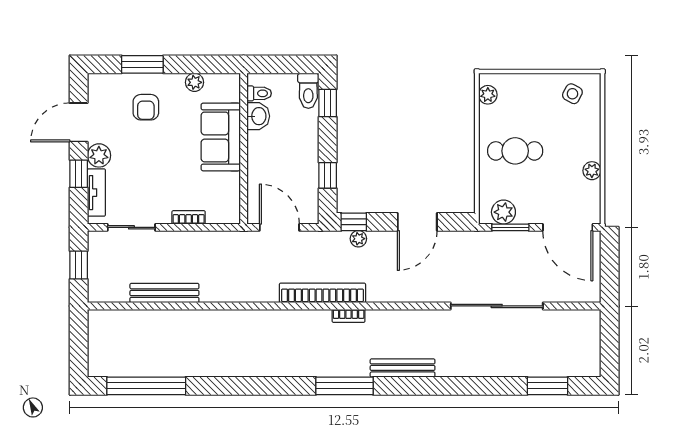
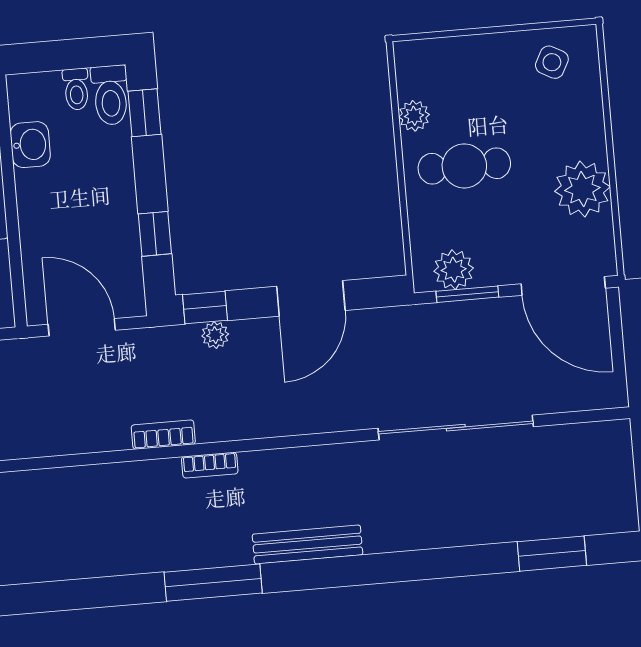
toilet: (259, 93) -> (76, 89), moved, turned 90
plant: (488, 95) -> (414, 116), moved
plant: (592, 171) -> (582, 189), width x1.87, depth x1.87
bookcase: (322, 293) -> (163, 435), width x0.43, depth x0.76

